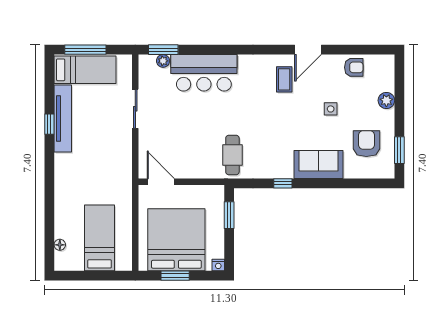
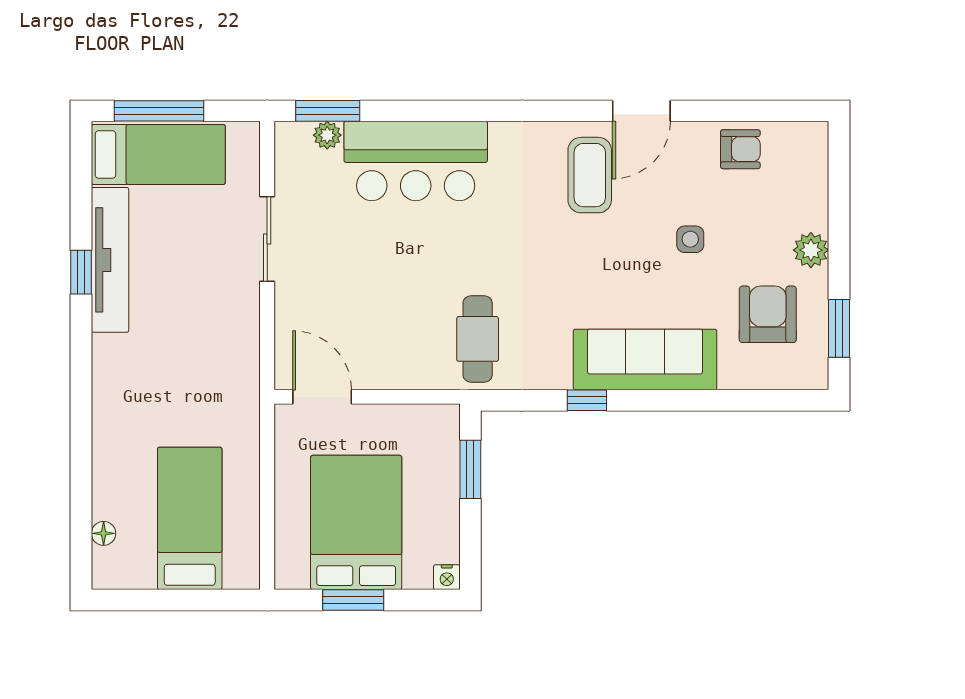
coffee table: (284, 79) -> (590, 175), width x1.36, depth x1.30
plant: (386, 100) -> (811, 250), moved
sofa: (319, 164) -> (645, 359), width x1.36
bed: (176, 240) -> (356, 522), width x0.73

